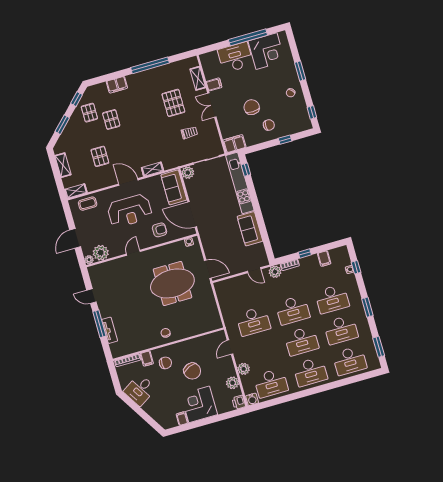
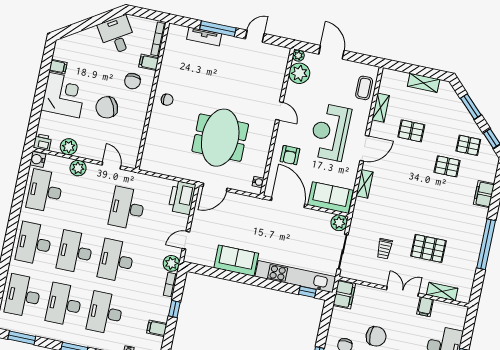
shelving: (76, 191) -> (381, 108), moved
door: (192, 214) -> (288, 202), hinge flipped
printer: (227, 288) -> (182, 198), added

